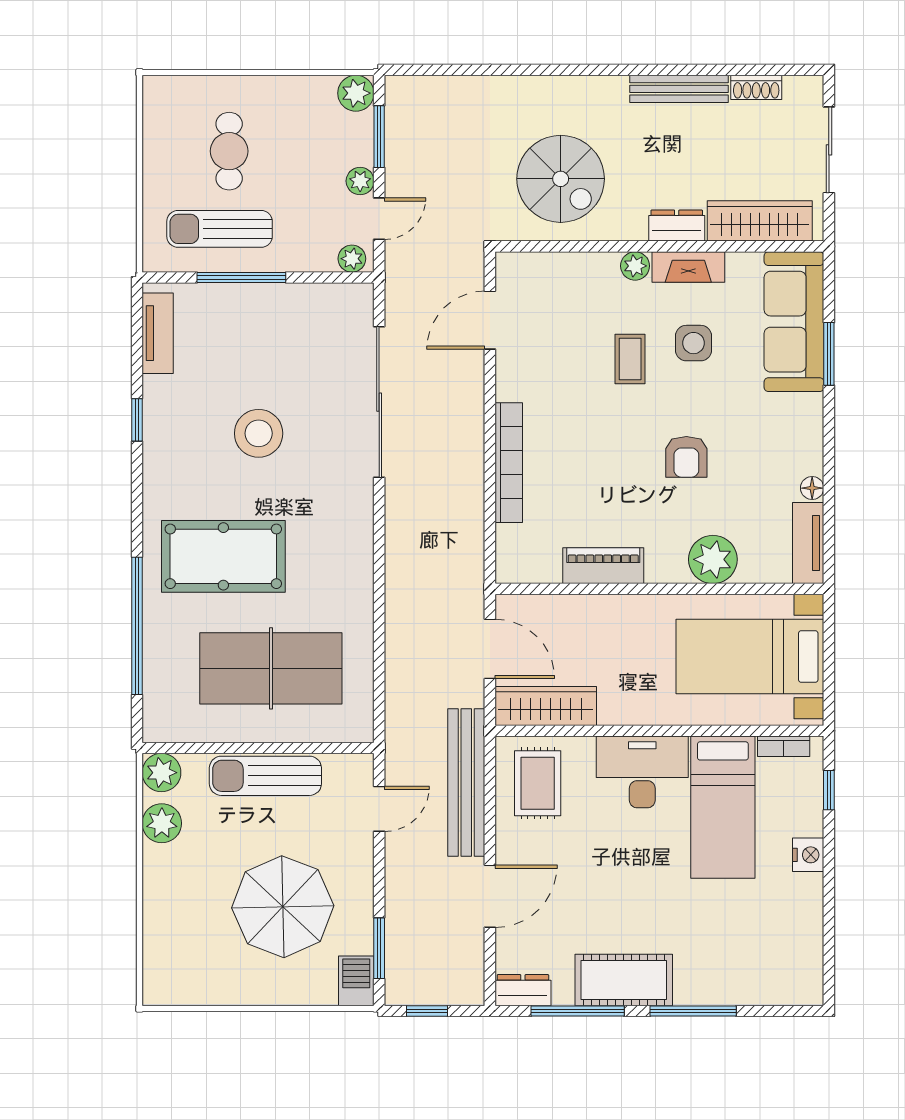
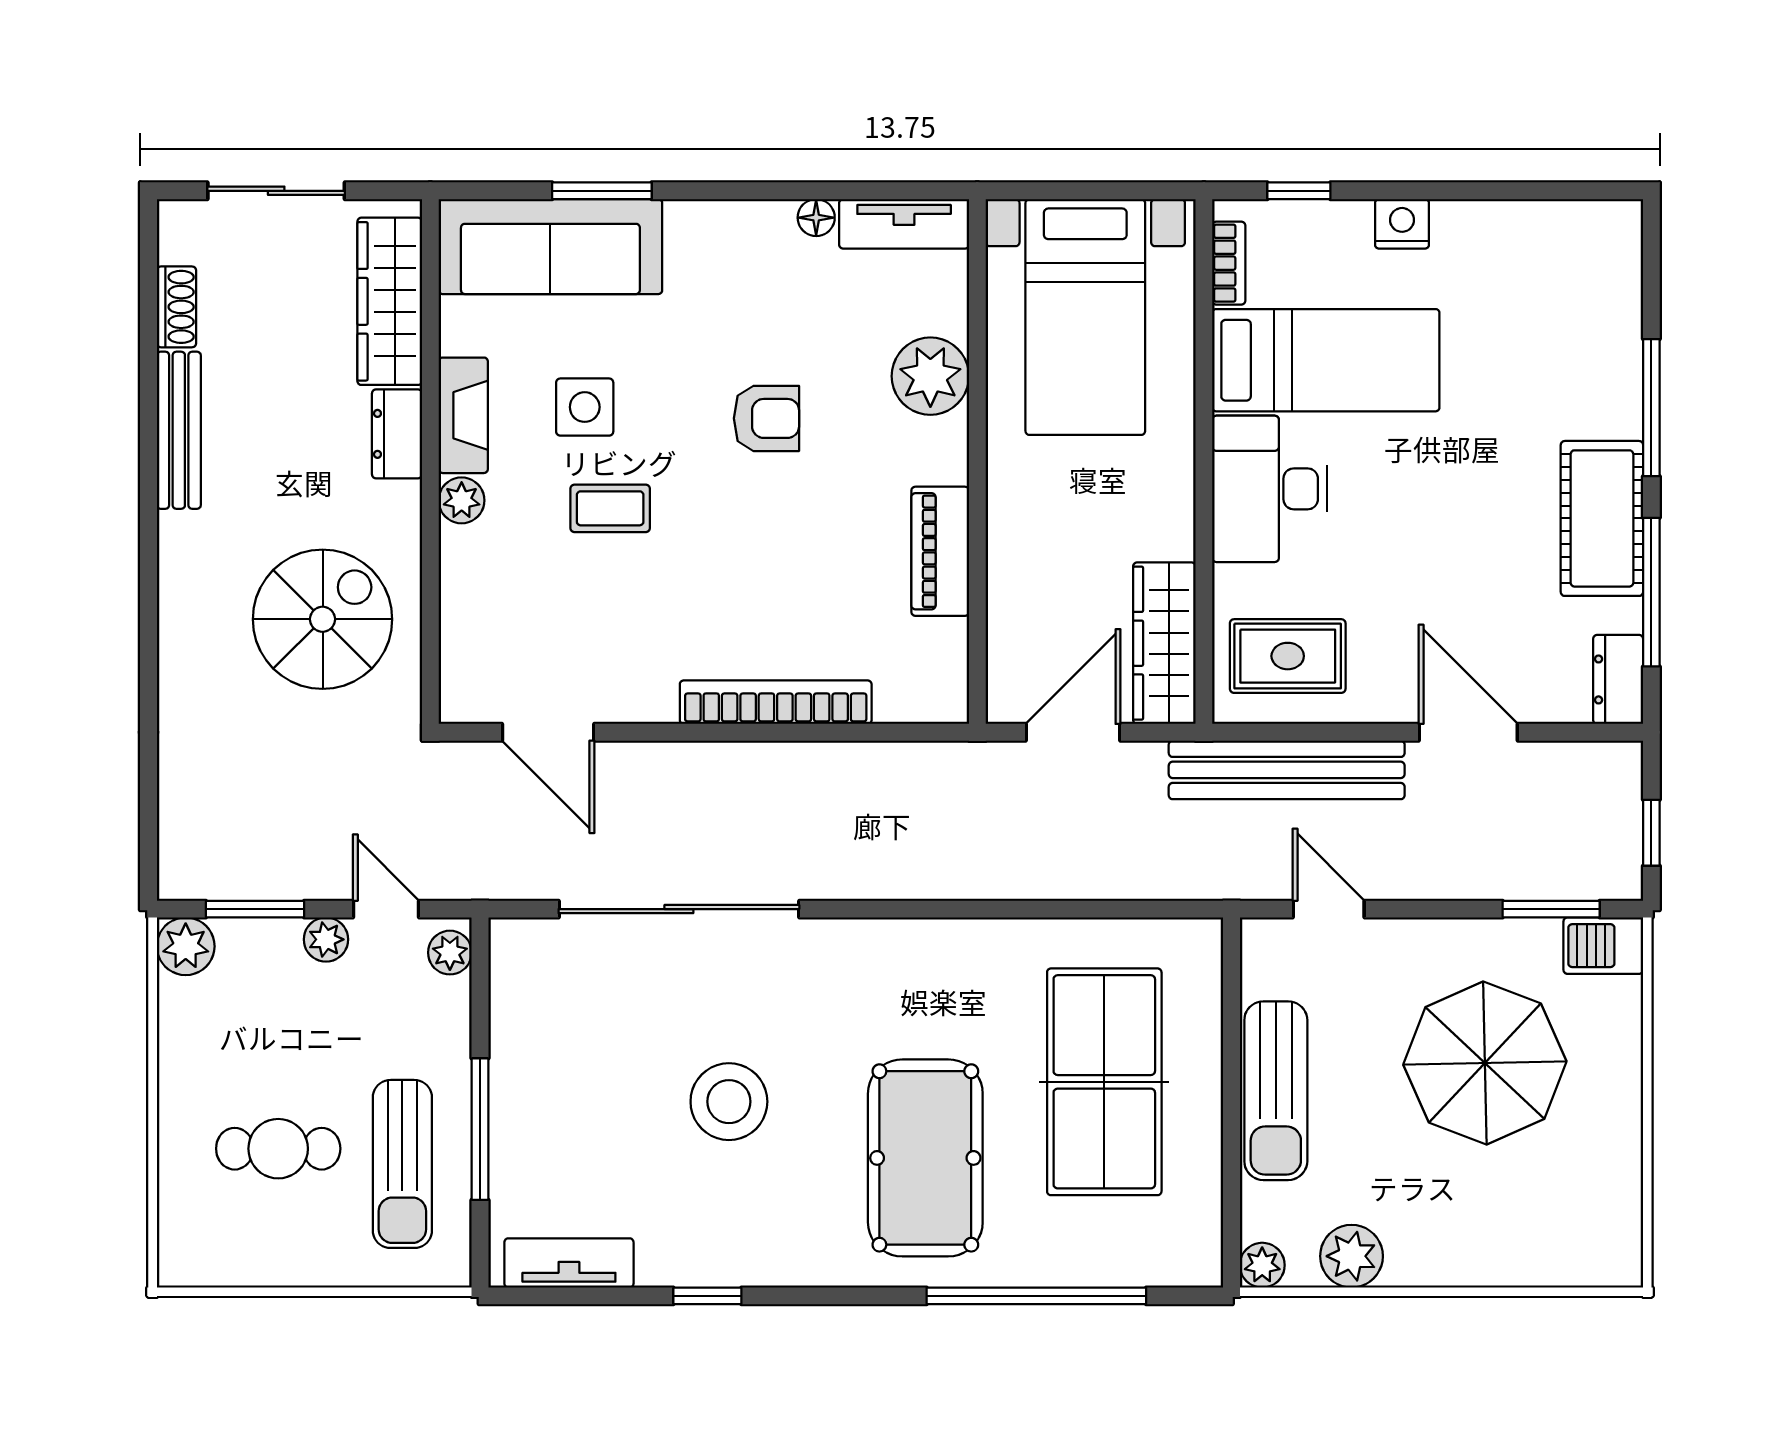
plant: (161, 773) -> (1262, 1265), width x0.73, depth x0.73

